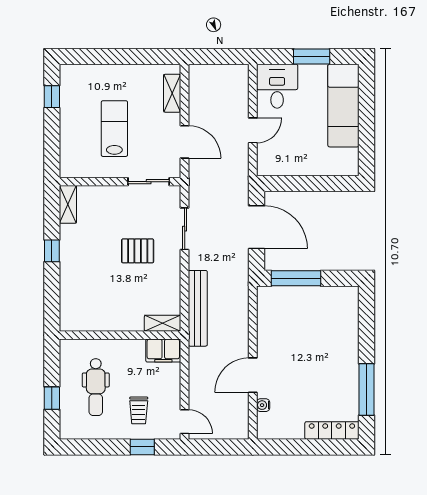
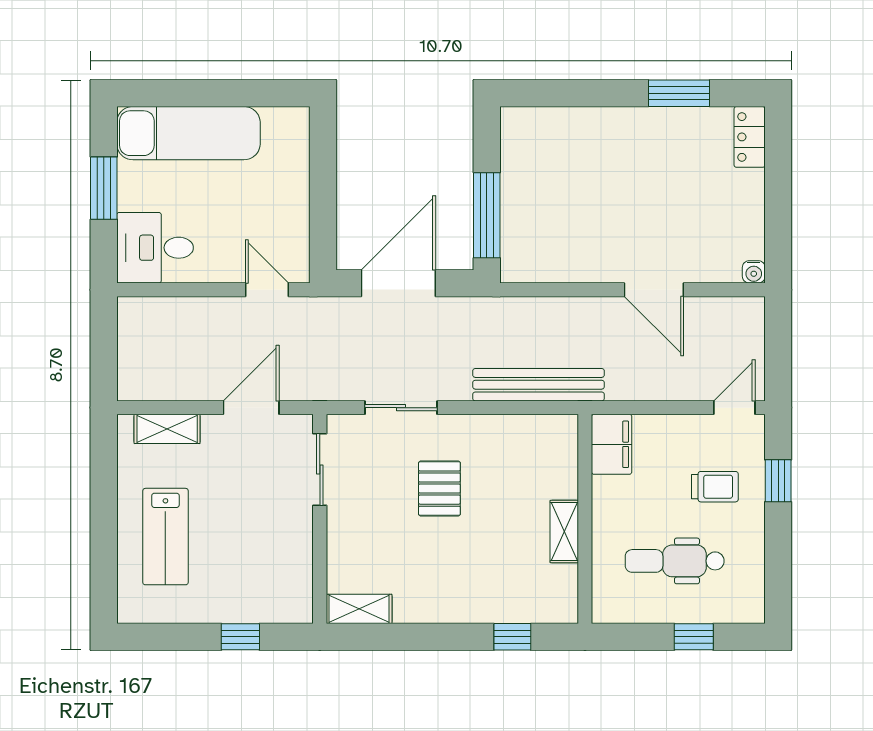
window: (52, 97) -> (240, 637), moved
lab bench: (114, 129) -> (165, 537), moved, turned -90
door: (253, 130) -> (267, 290), moved
window: (52, 251) -> (512, 637), moved
shelving: (163, 323) -> (564, 532), moved
dental chair: (96, 387) -> (675, 561), turned 180
window: (367, 390) -> (679, 93), width x0.69
water cooler: (263, 405) -> (754, 272), moved
locker: (332, 430) -> (750, 137), width x0.66

